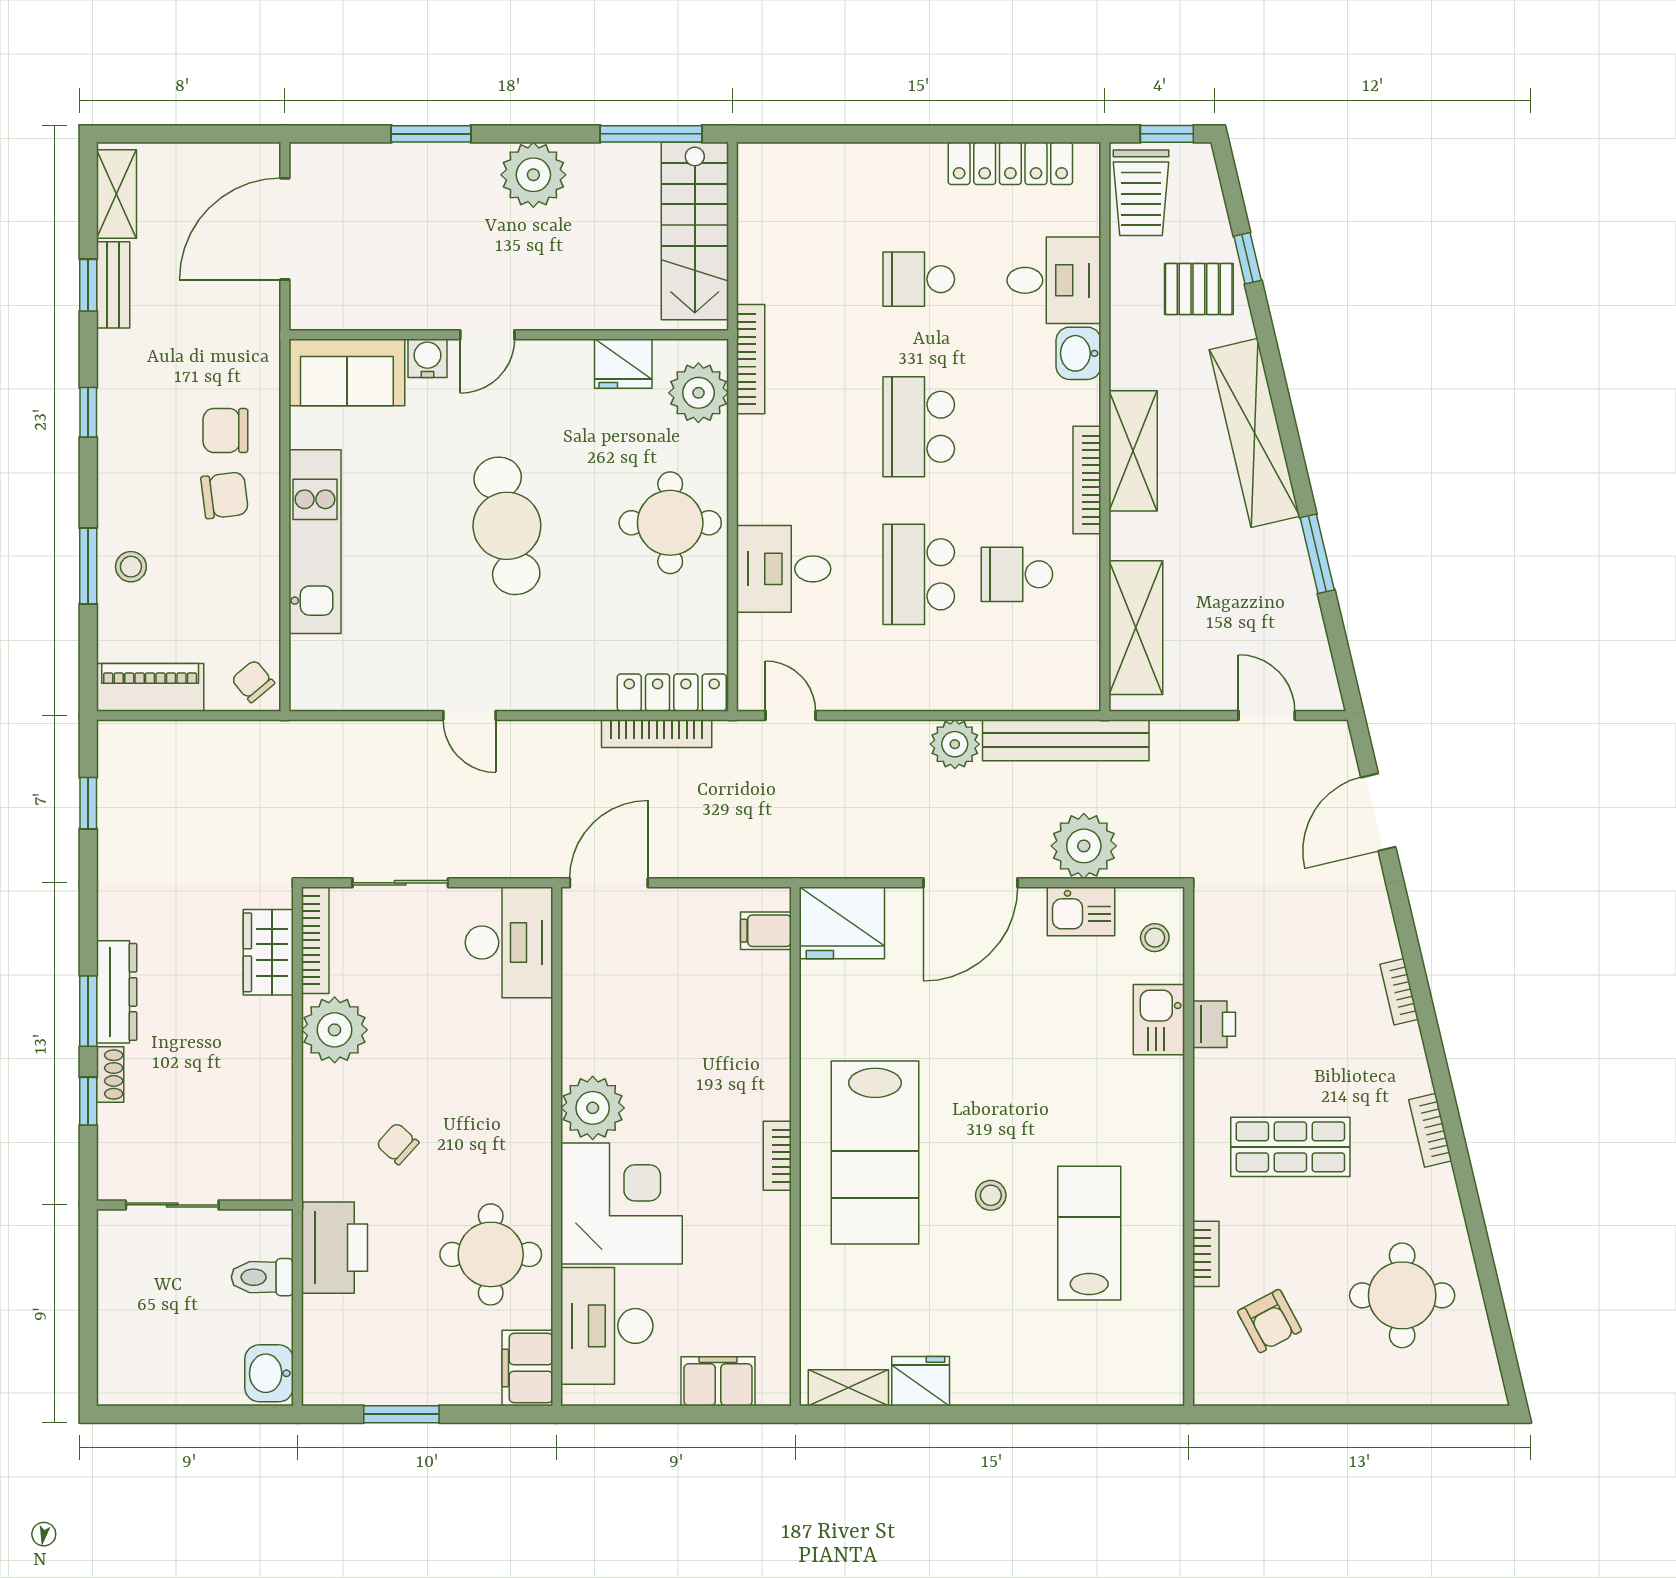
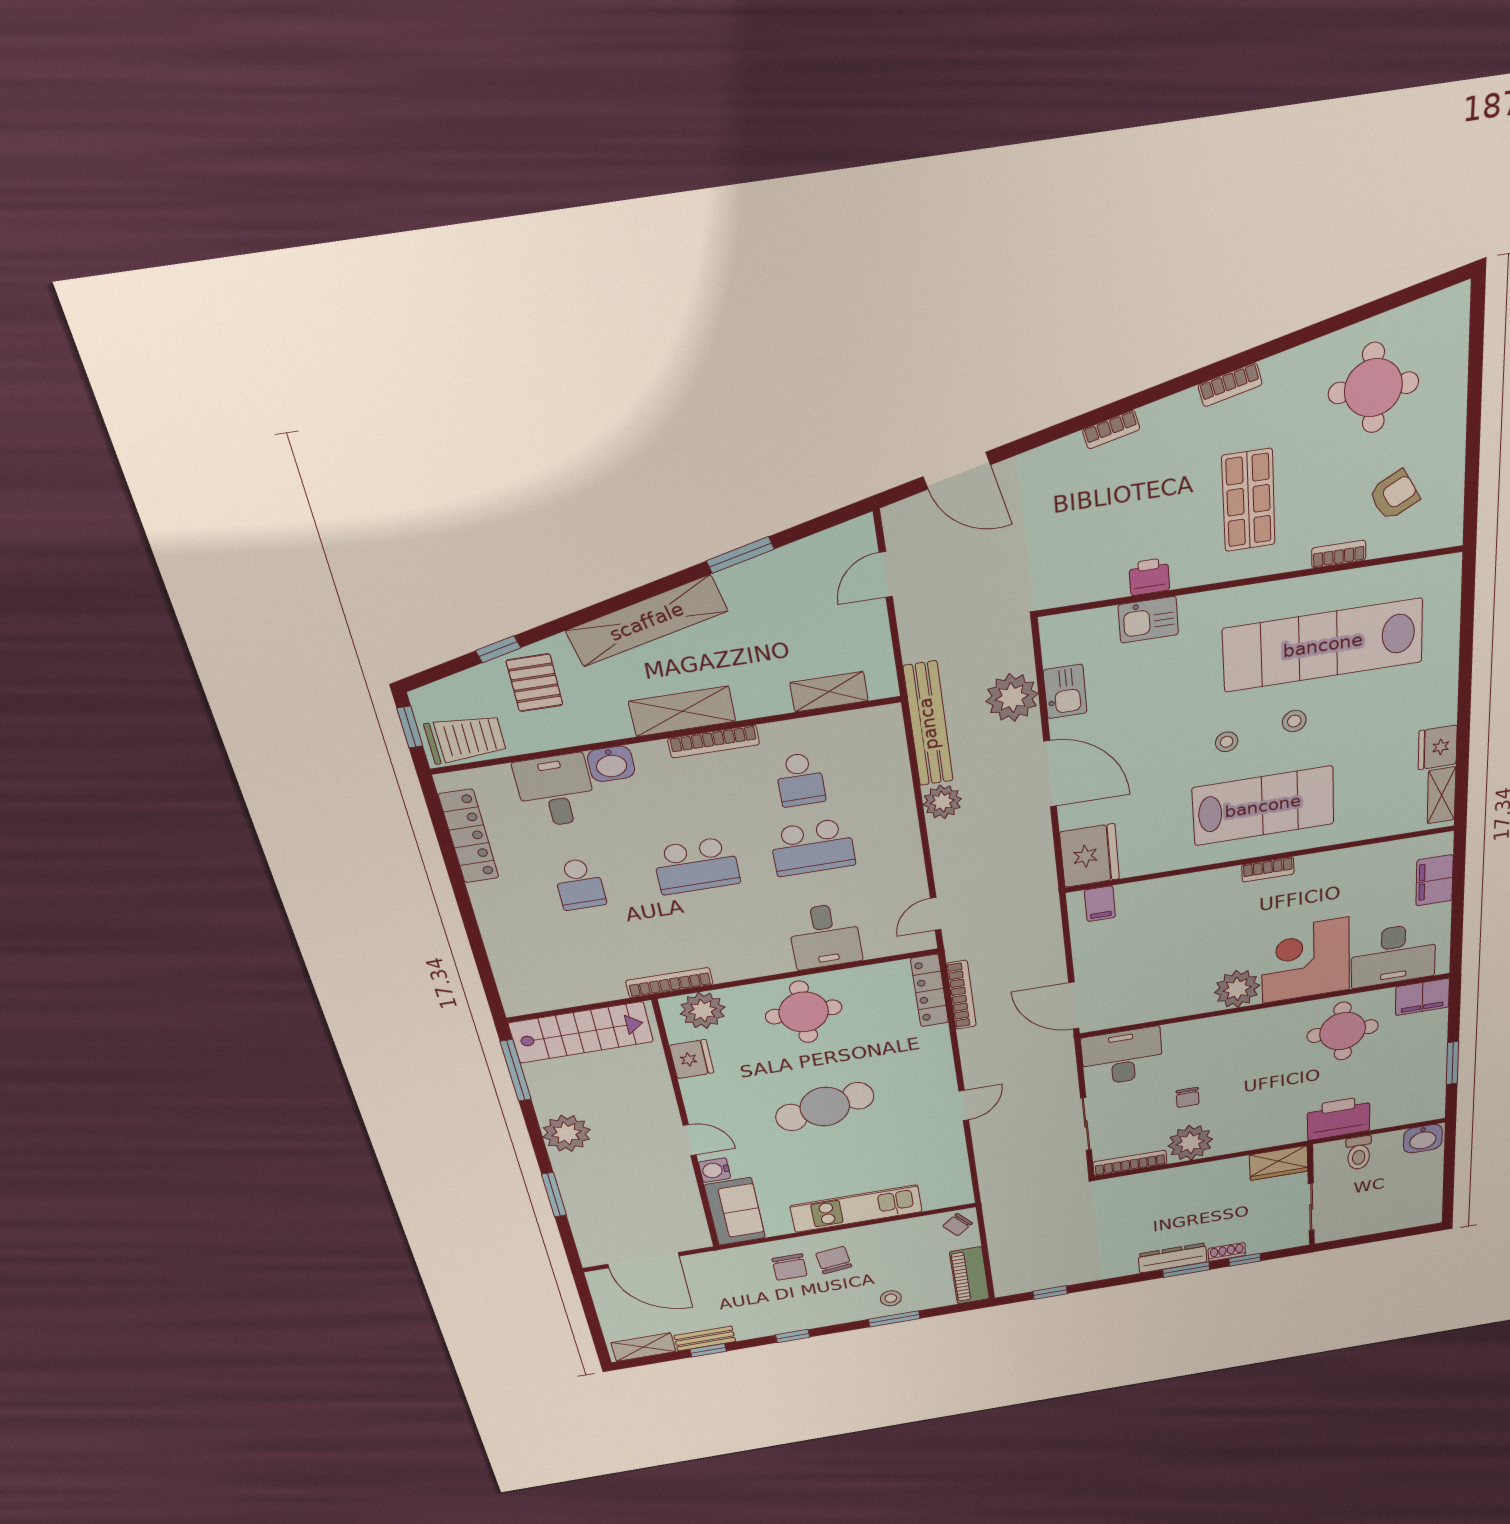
shelving: (1136, 628) -> (829, 692), width x0.67, depth x0.75
stool: (1155, 938) -> (1227, 742), moved
wardrobe: (268, 952) -> (1279, 1163), moved
chair: (398, 1144) -> (1188, 1097), moved, turned -42
lab bench: (1089, 1233) -> (1323, 645), width x1.86, depth x1.39

